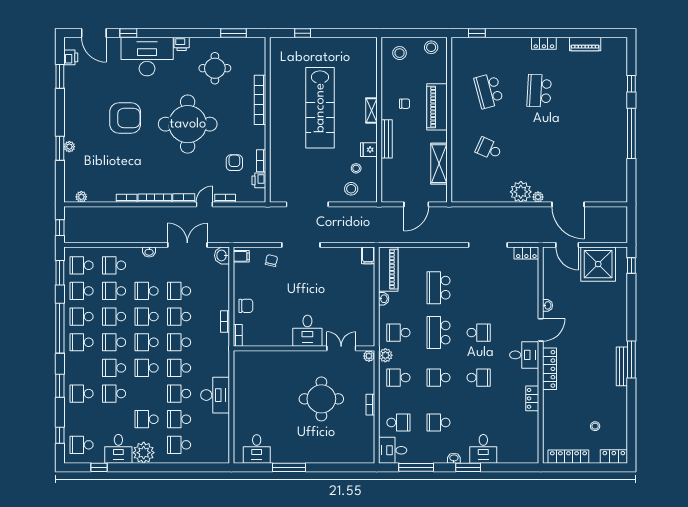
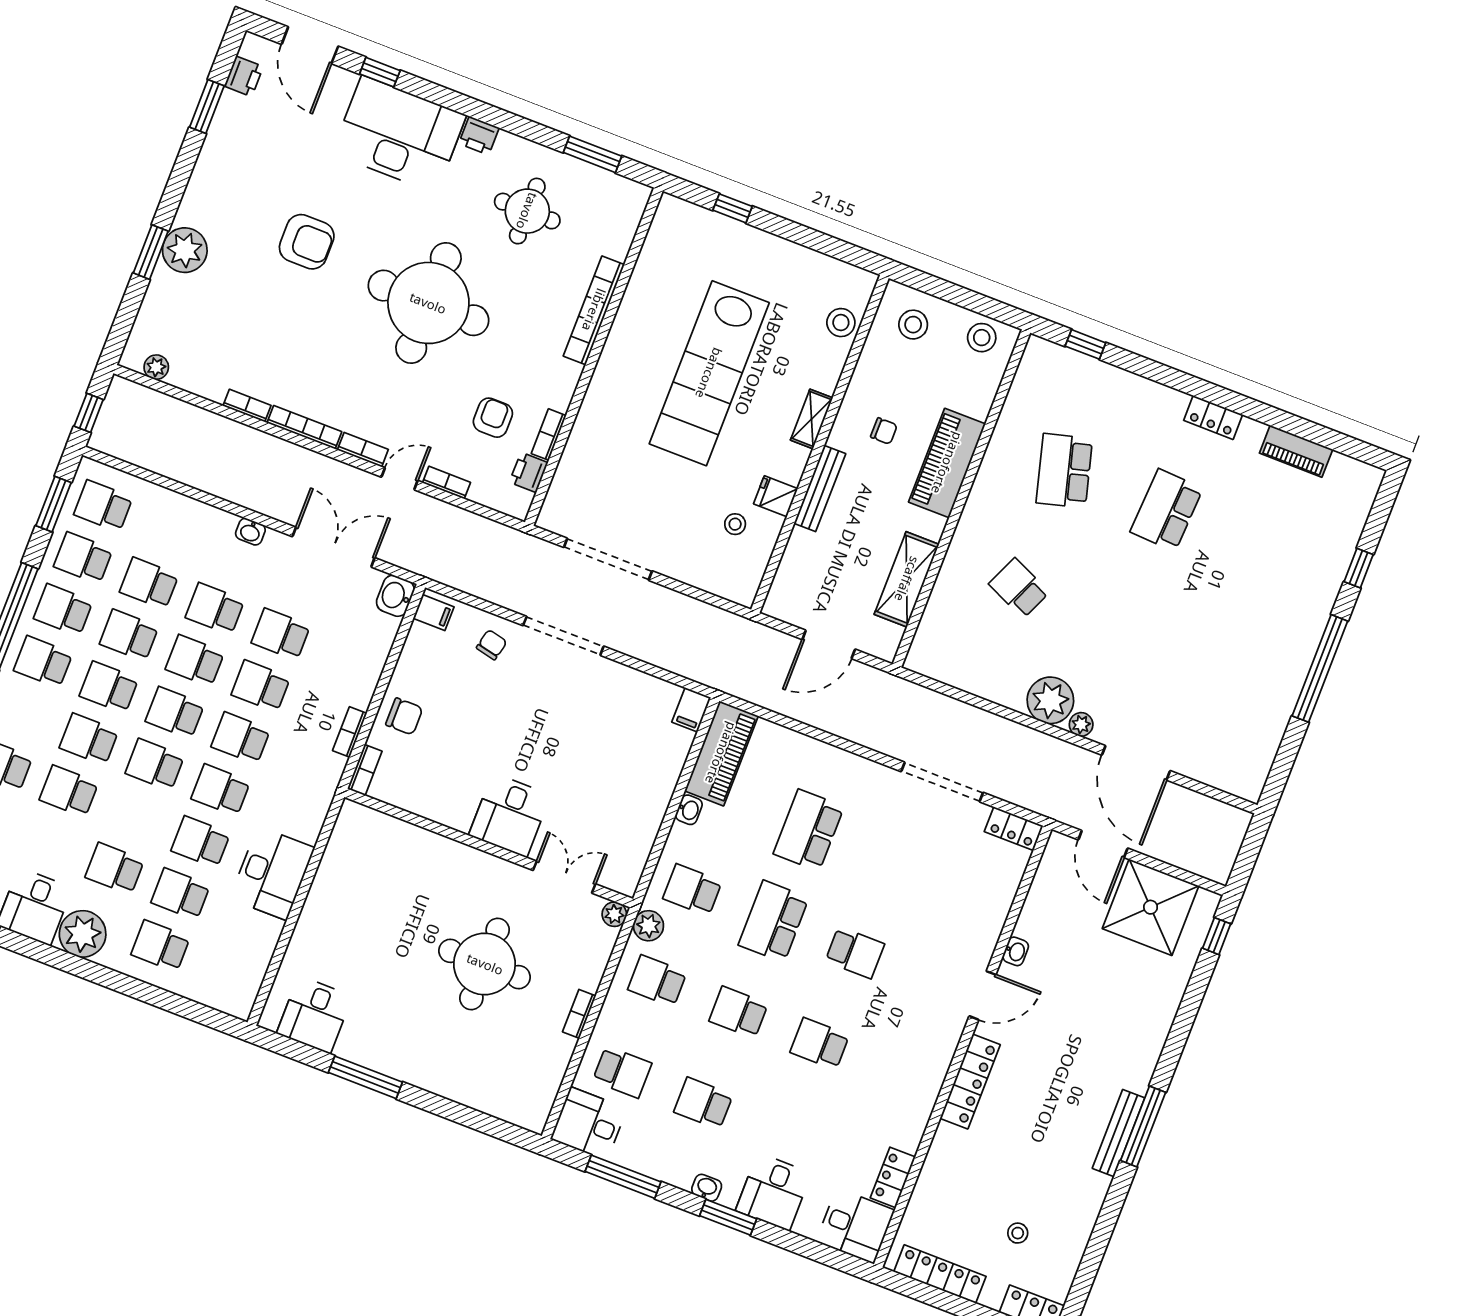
armchair: (125, 118) -> (307, 242), width x0.73, depth x0.73
plant: (69, 147) -> (185, 250), width x1.87, depth x1.87
stool: (351, 189) -> (841, 323), moved
school desk: (114, 265) -> (169, 531), removed
desk: (524, 355) -> (855, 1226), moved
school desk: (479, 378) -> (820, 1044), turned 180
locker: (532, 398) -> (893, 1177), moved

